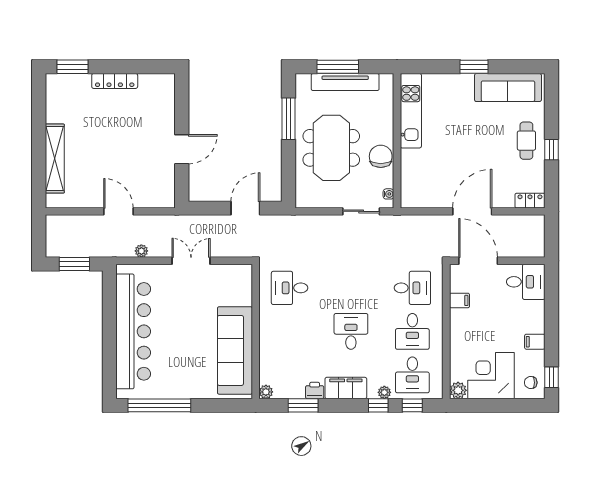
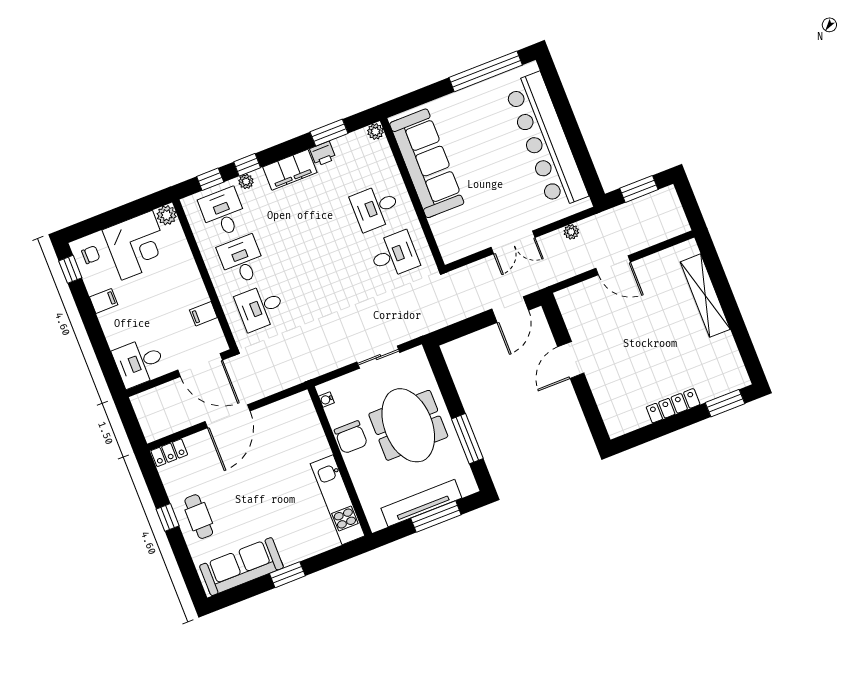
door: (245, 208) -> (510, 310), moved
sliding door: (361, 211) -> (378, 357), moved
desk: (351, 331) -> (375, 207), moved, turned 90

